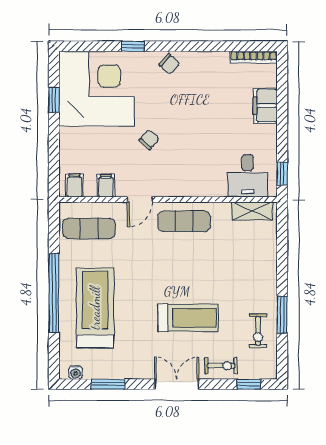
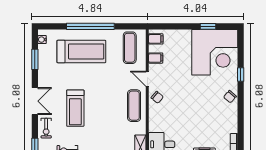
chair: (149, 140) -> (157, 97), moved

